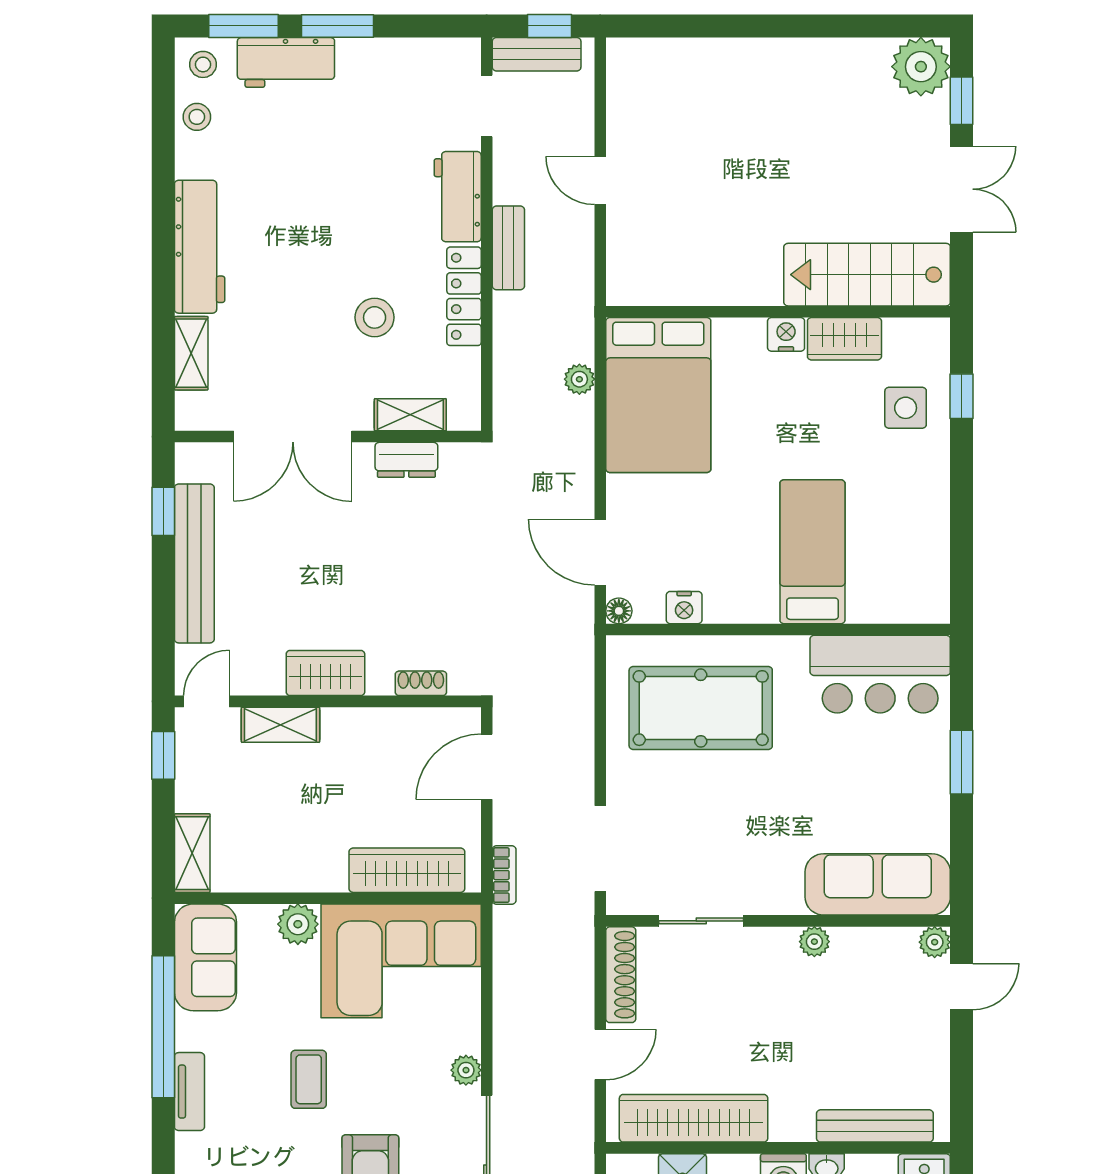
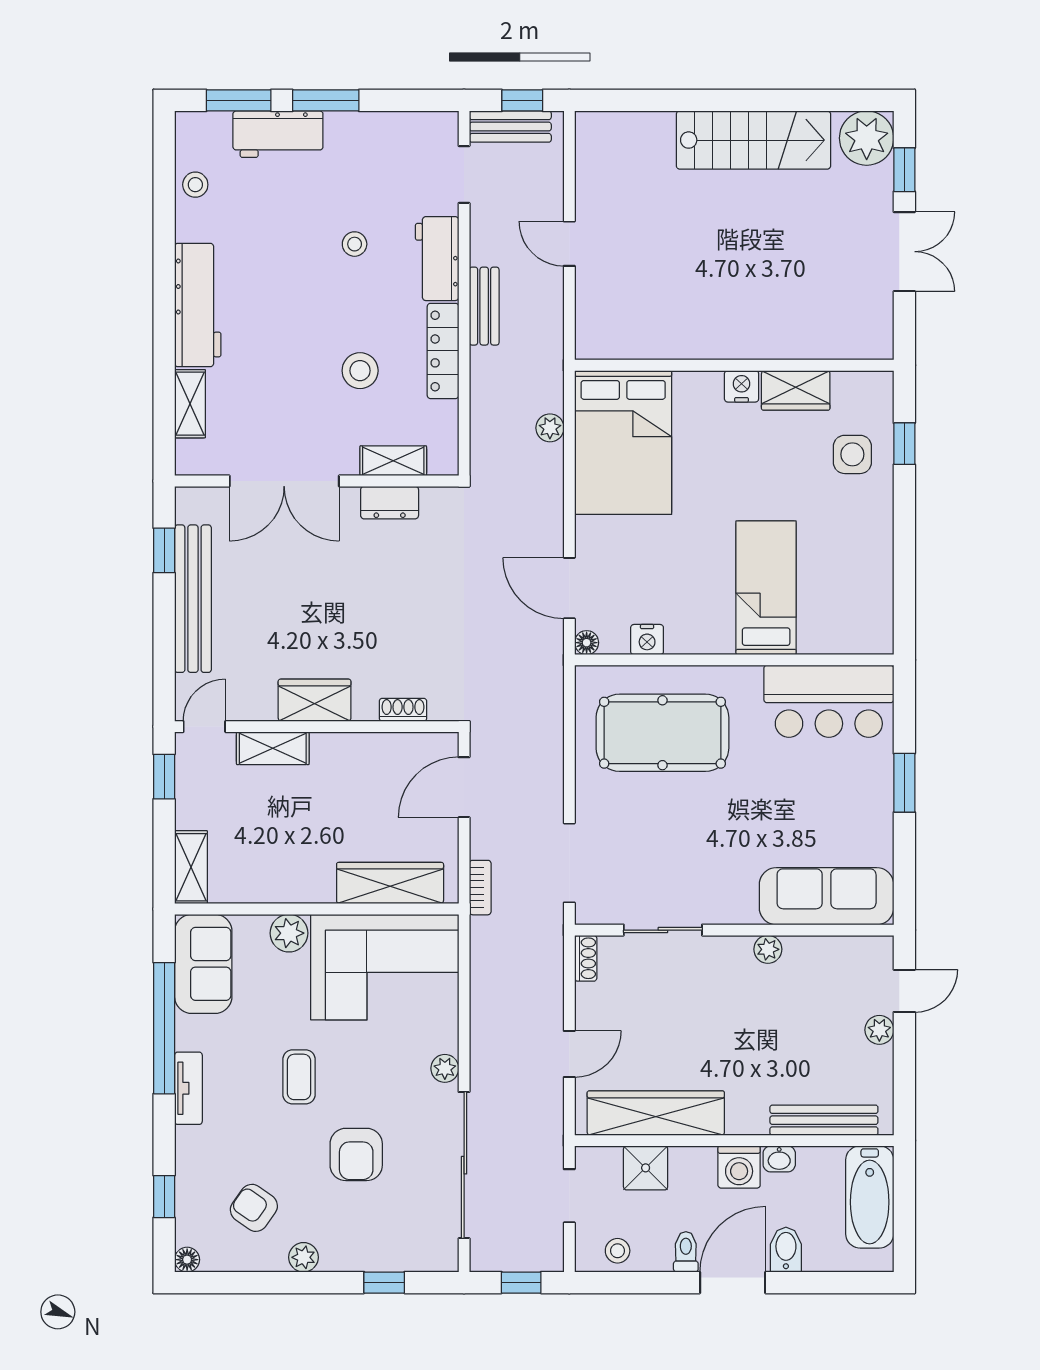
stool: (203, 64) -> (355, 244), moved
stairs: (867, 275) -> (753, 140), moved, turned 180
plant: (935, 942) -> (879, 1030), moved
shoe rack: (621, 975) -> (586, 958), width x0.51, depth x0.81

